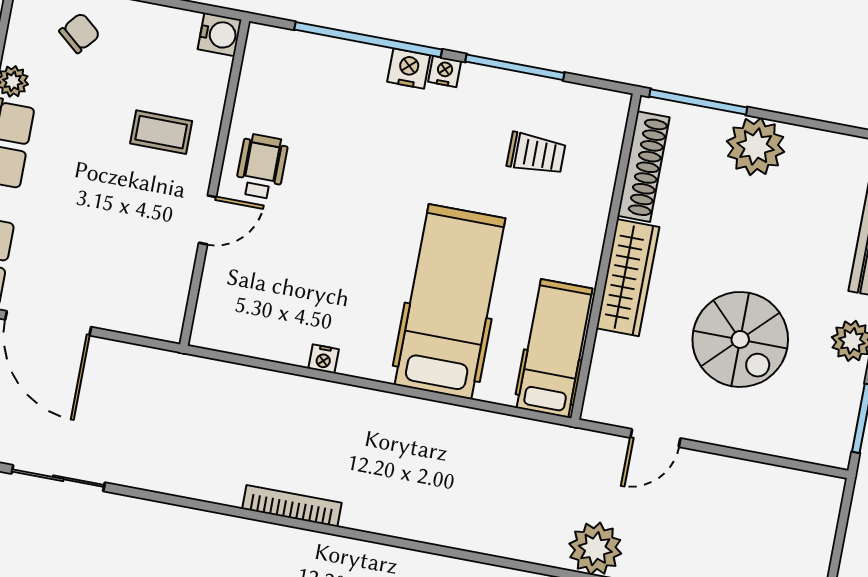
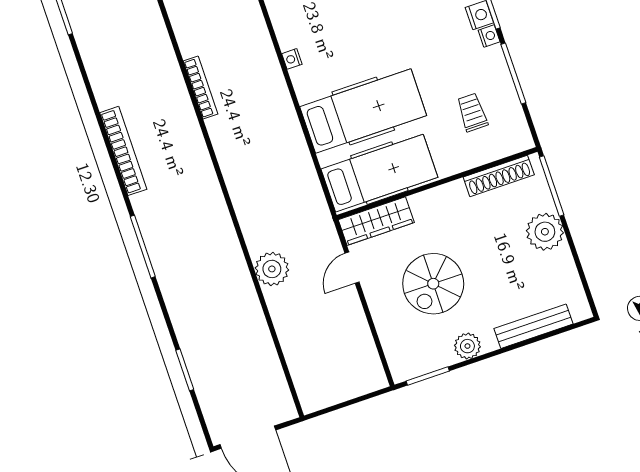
trolley: (536, 154) -> (472, 112), turned 180
wardrobe: (628, 278) -> (376, 221), moved
hospital bed: (555, 348) -> (379, 173), width x1.37, depth x1.29
door: (655, 438) -> (352, 268), hinge flipped

